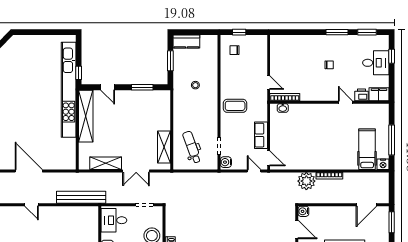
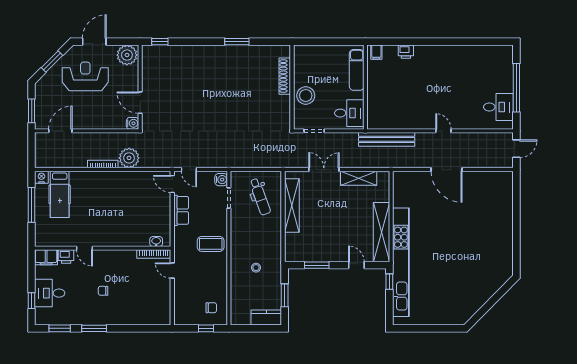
shelving: (164, 147) -> (292, 205), width x1.47

